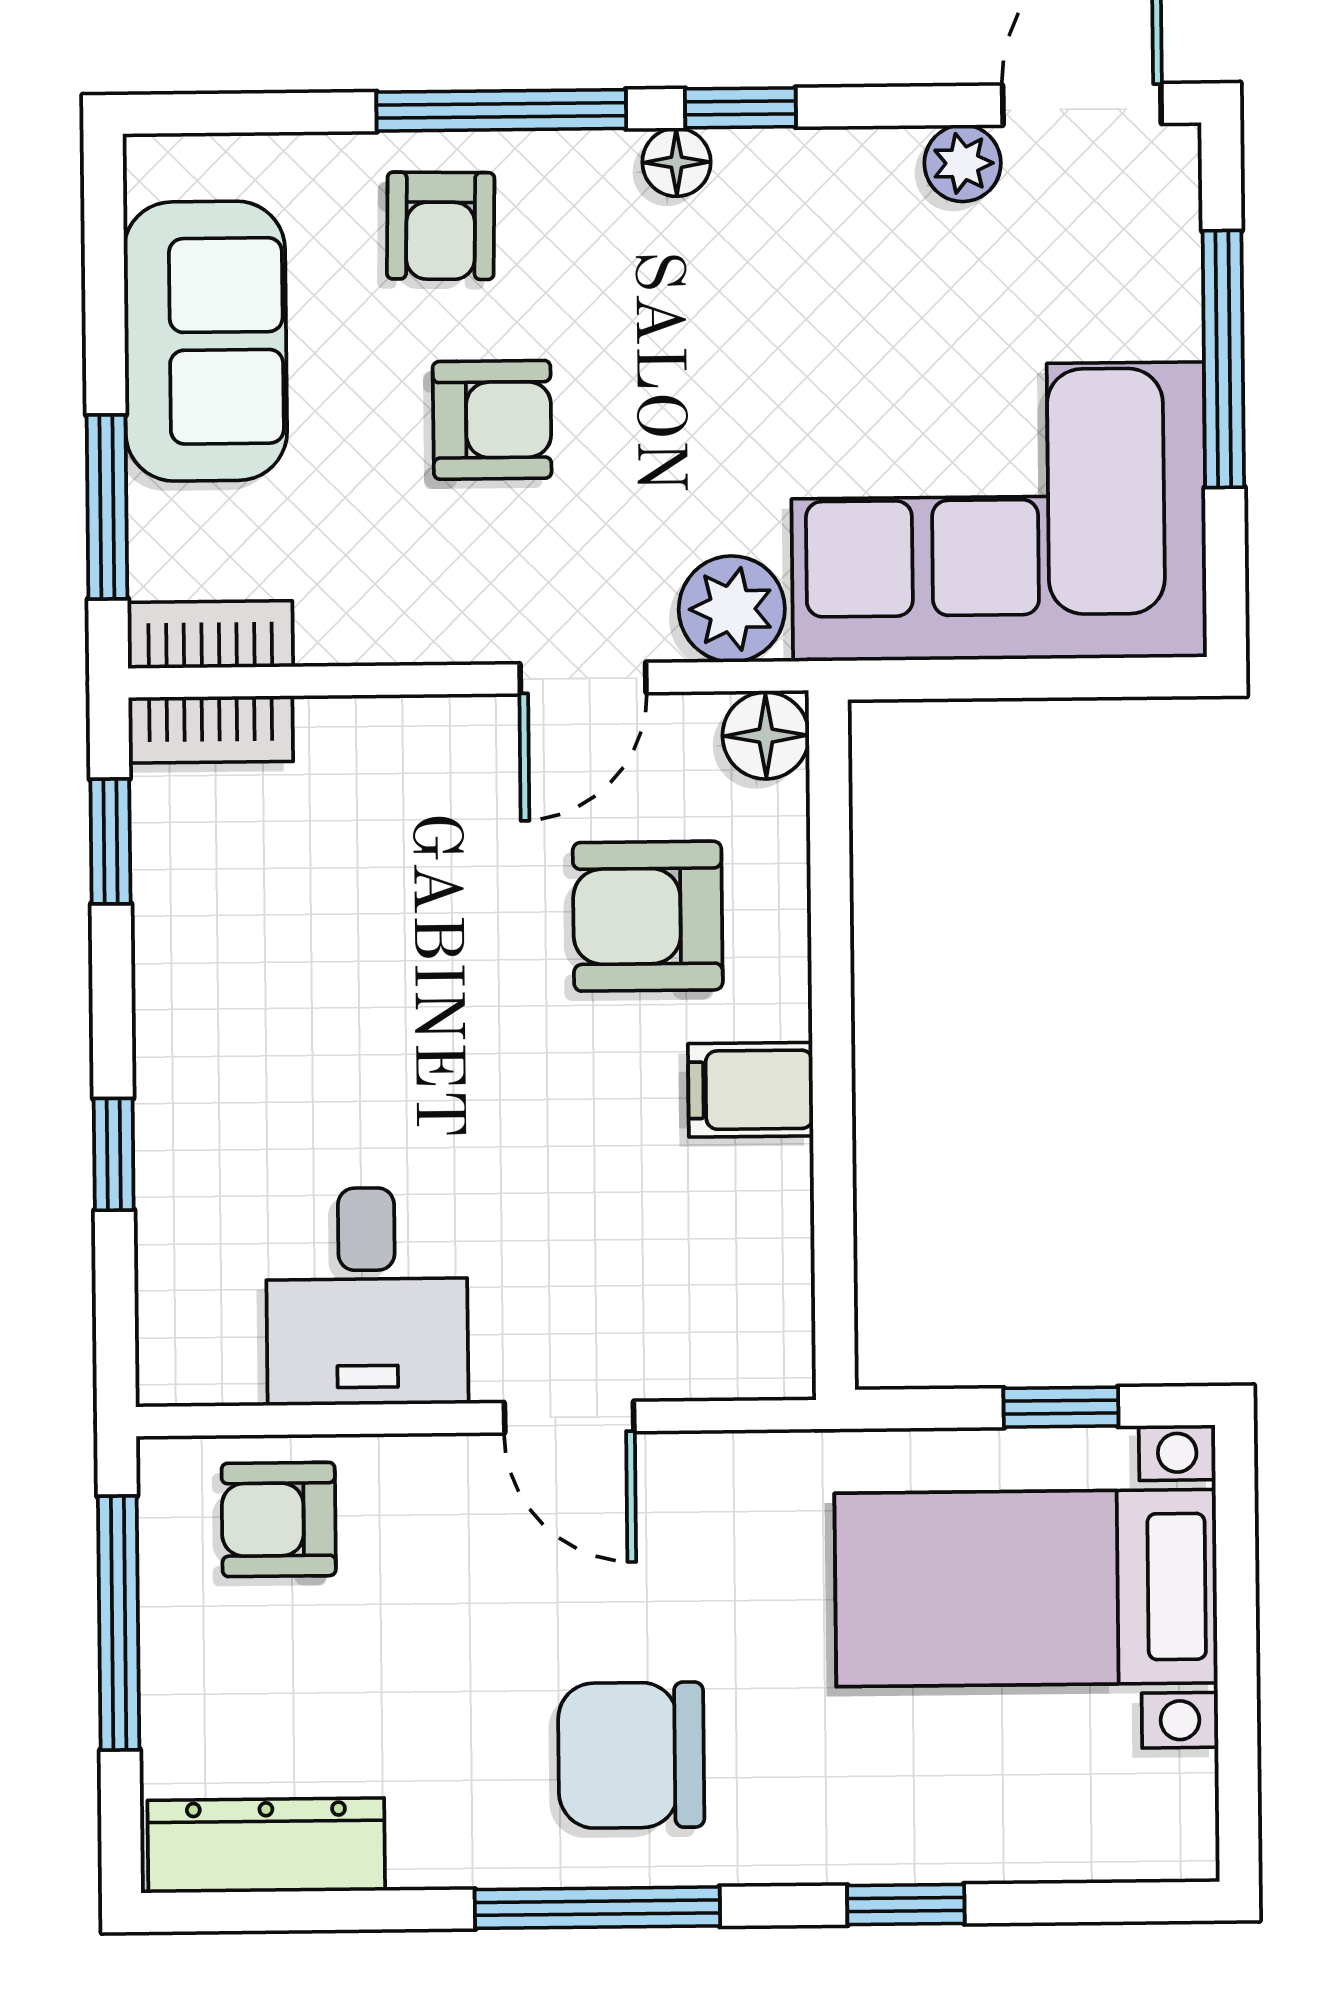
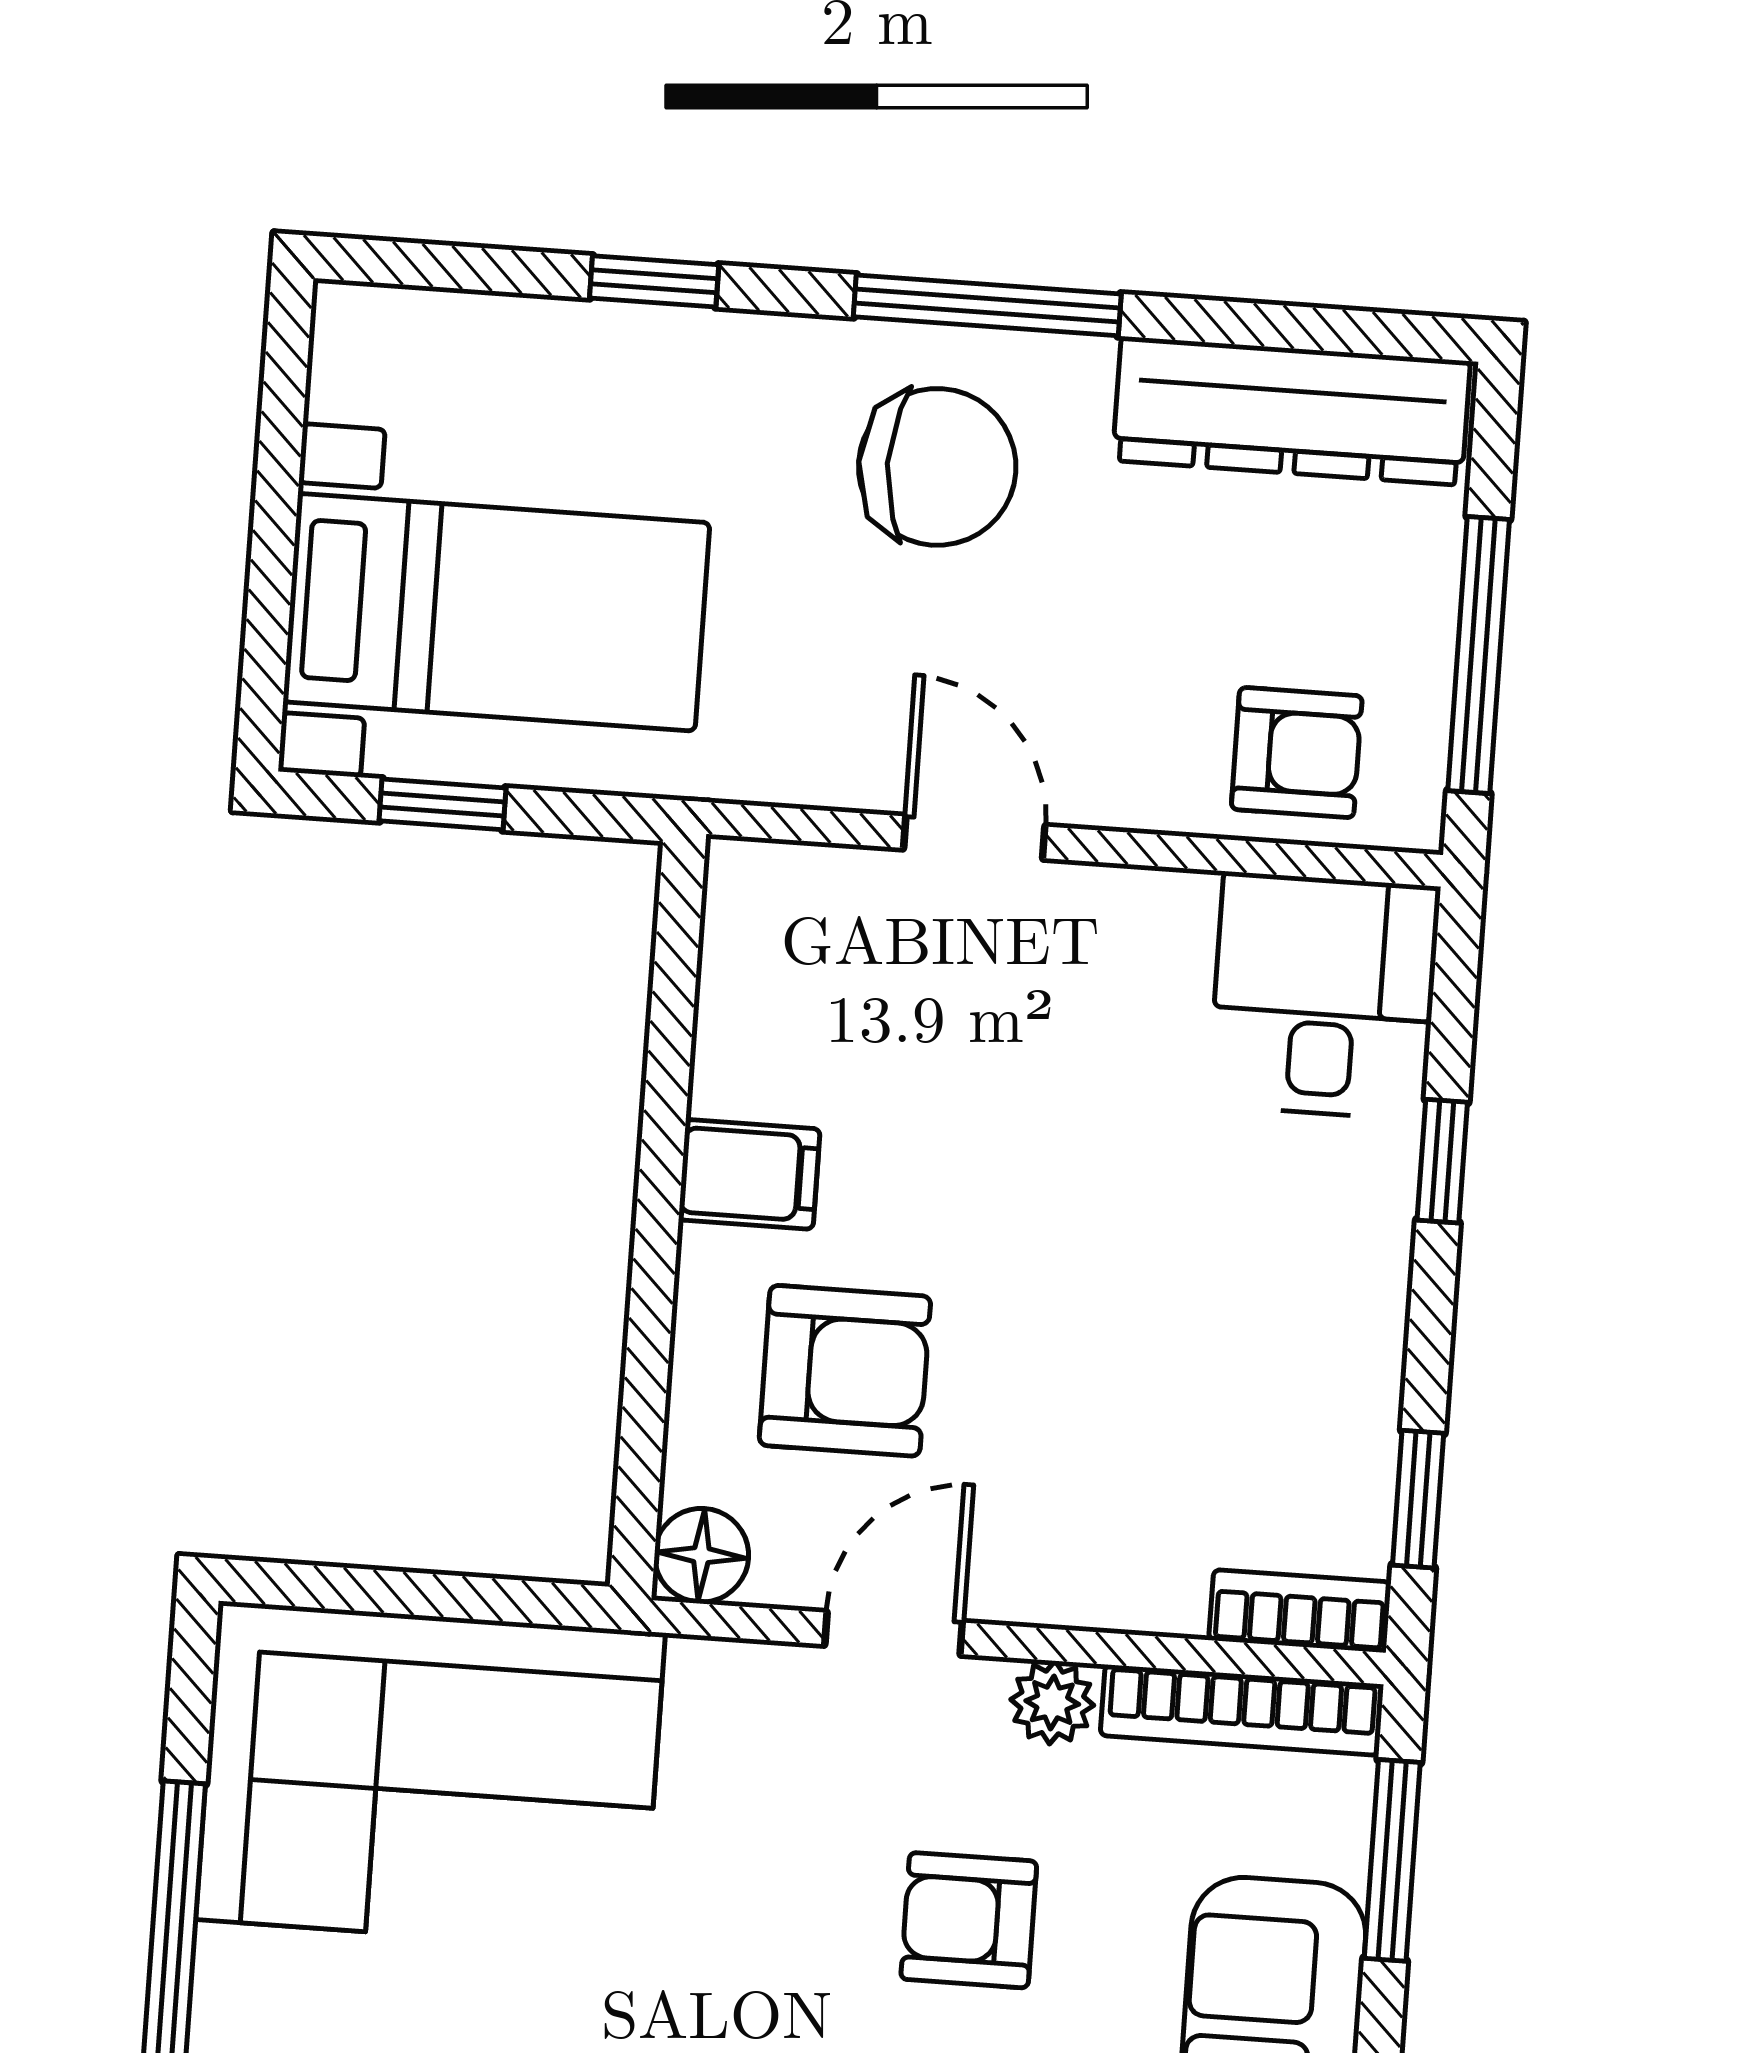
plant: (732, 609) -> (1052, 1702), moved, width x0.73, depth x0.73
bookcase: (210, 635) -> (1242, 1710), width x1.56
desk: (367, 1296) -> (1324, 996), moved
dresser: (266, 1845) -> (1291, 411), width x1.37, depth x1.24

